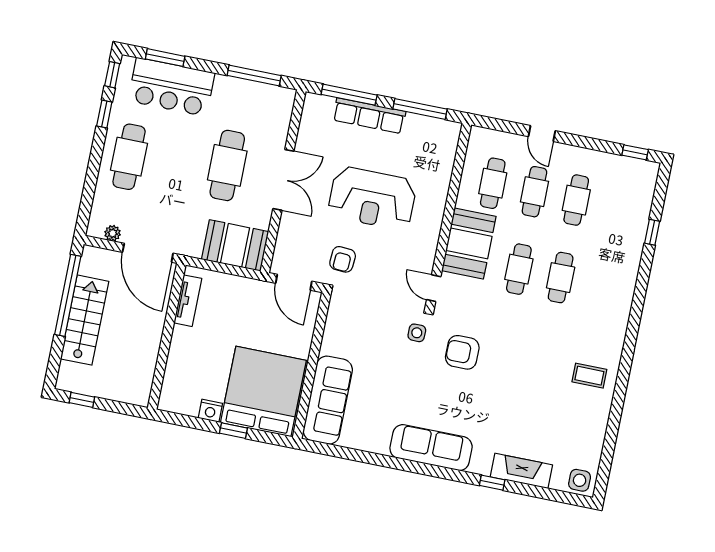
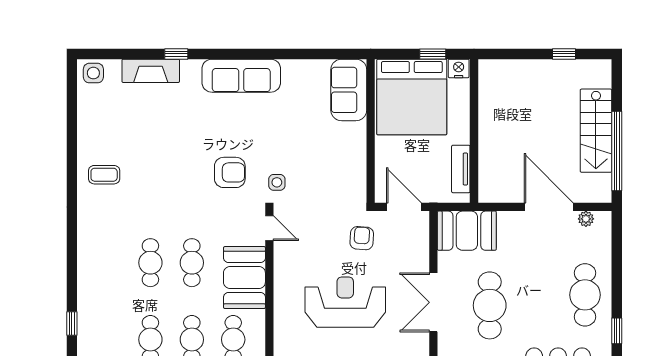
tv unit: (188, 301) -> (461, 169), moved
wall: (167, 336) -> (474, 131), moved
window: (82, 400) -> (564, 54), moved
sofa: (328, 400) -> (349, 90), width x0.73

